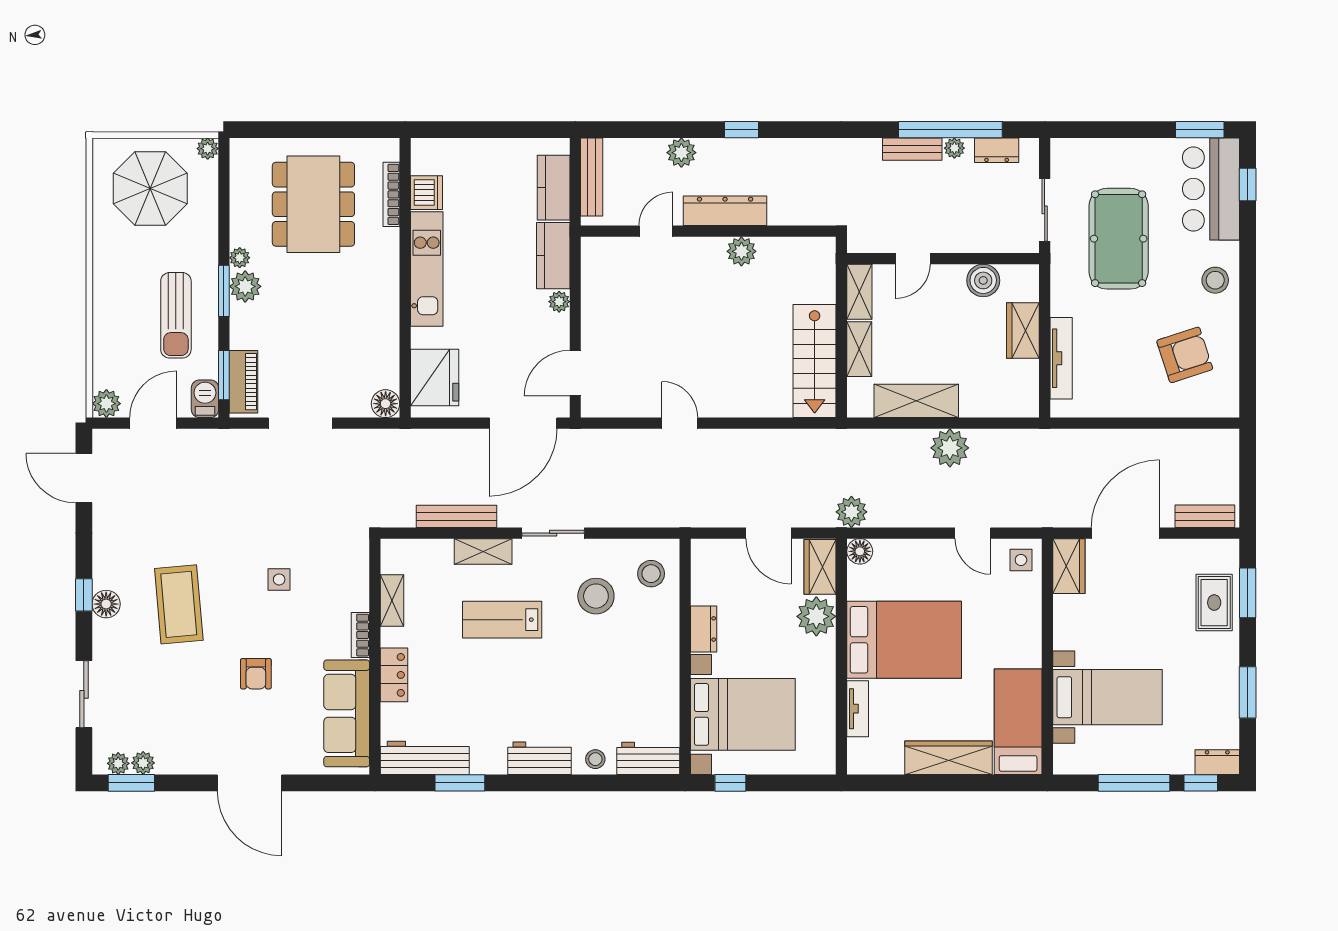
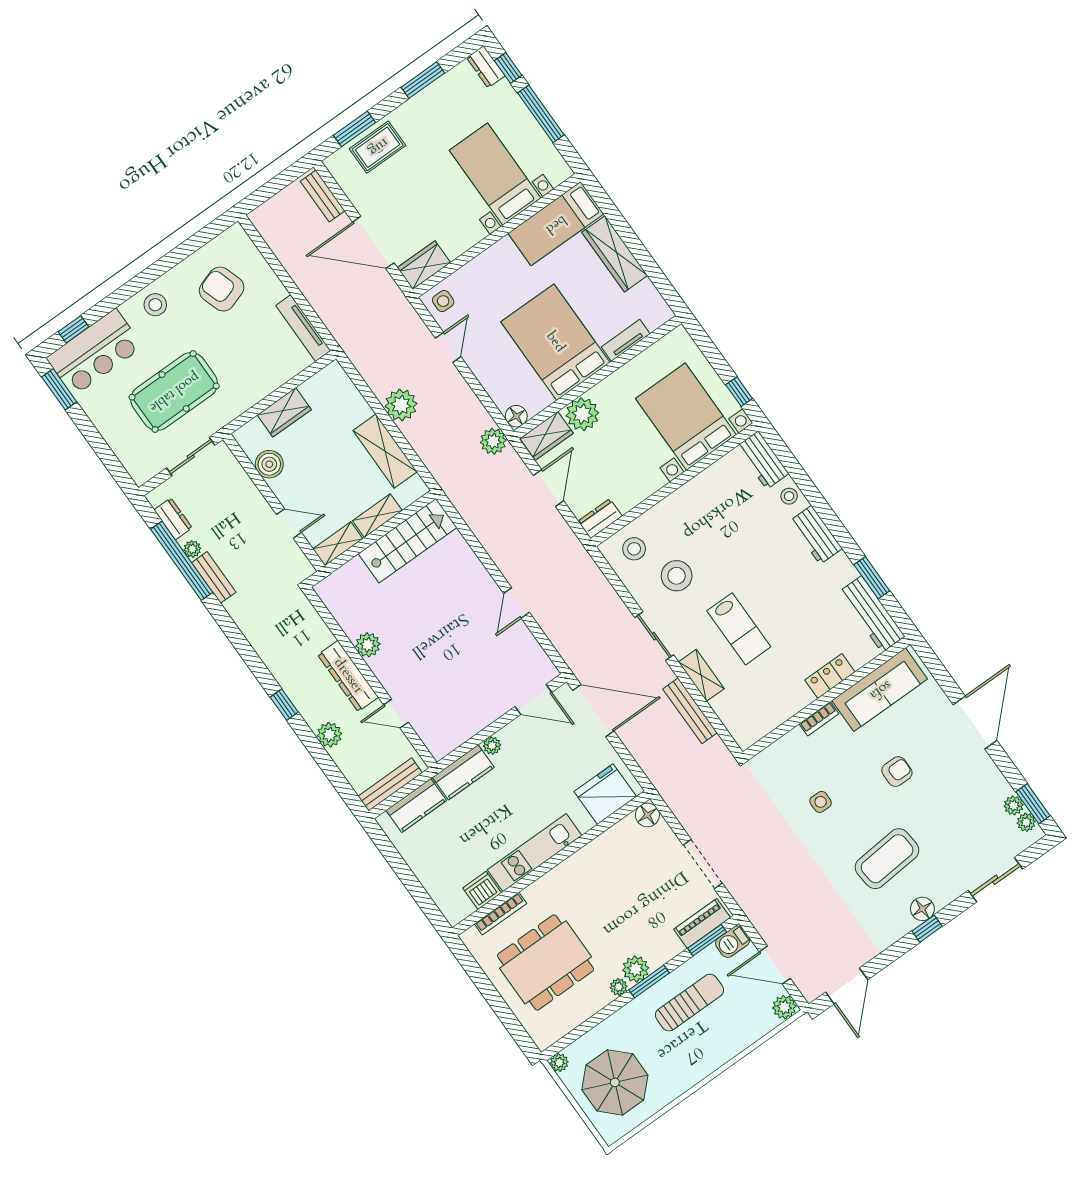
tv unit: (1061, 358) -> (303, 328), moved, turned -90
shelving: (392, 600) -> (780, 714), removed
dresser: (704, 629) -> (600, 519), moved

